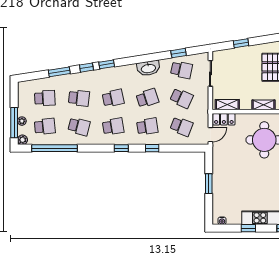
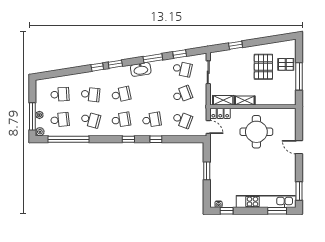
washbasin: (148, 68) -> (141, 69), moved
window: (59, 72) -> (153, 58), moved
school desk: (147, 98) -> (152, 94), removed
school desk: (181, 98) -> (182, 94), turned -45
shelving: (264, 105) -> (245, 100), moved
door: (210, 135) -> (208, 127), hinge flipped
window: (248, 228) -> (227, 211), moved

